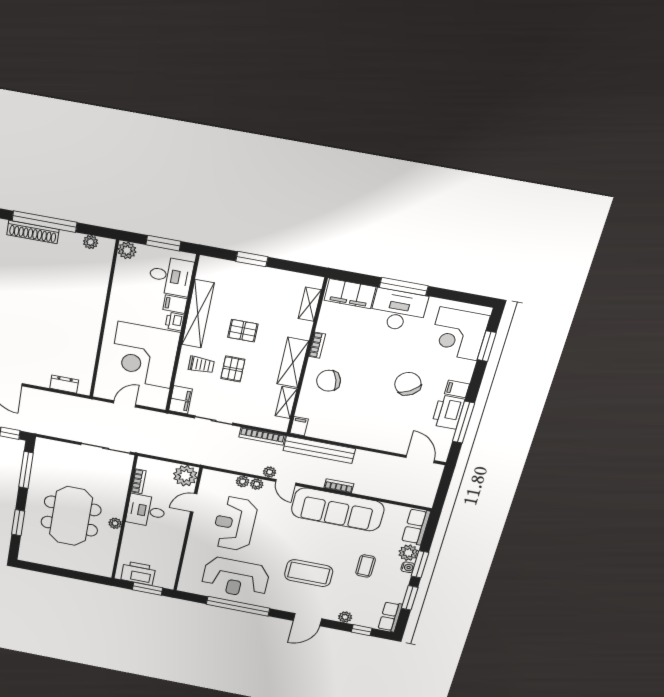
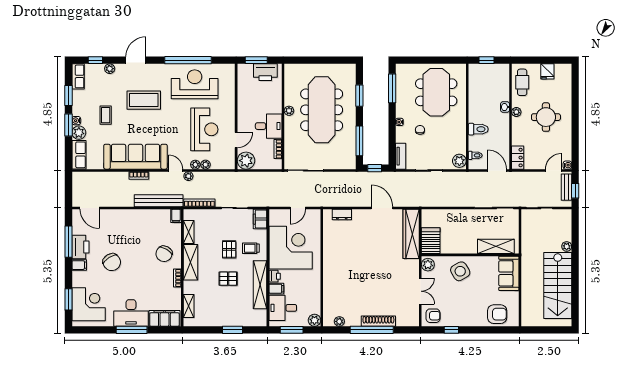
chair: (329, 381) -> (164, 254), turned 136
meeting table: (71, 516) -> (322, 110), width x1.36

